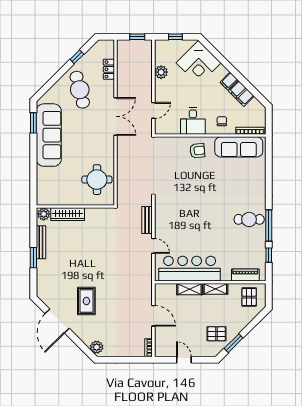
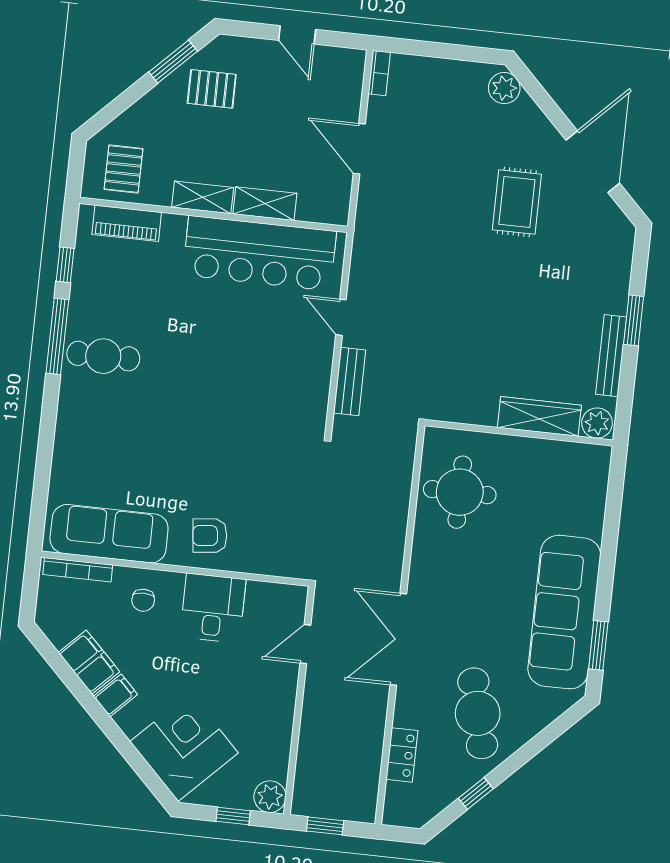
plant: (161, 72) -> (270, 797), moved

